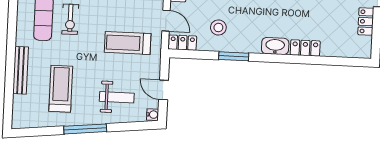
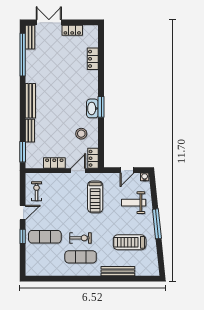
washbasin: (275, 46) -> (92, 108), moved
locker: (305, 48) -> (93, 59), moved
window: (234, 56) -> (101, 107), moved
weight bench: (117, 97) -> (134, 203), turned -90

